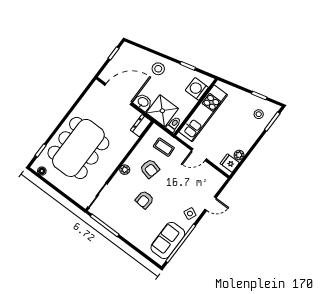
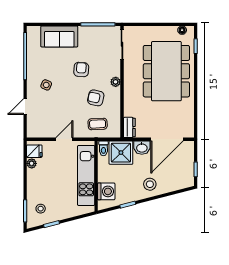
side table: (190, 214) -> (46, 85), moved
sofa: (168, 241) -> (59, 36), moved, turned 90

